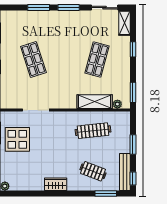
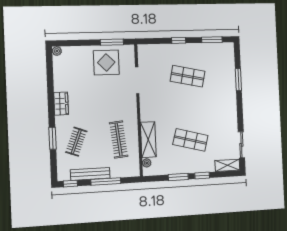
window: (69, 8) -> (240, 109), removed
shop shelf: (33, 59) -> (188, 76), turned 30
window: (133, 92) -> (178, 177), moved
window: (133, 145) -> (106, 181), width x1.44
bench: (125, 172) -> (90, 174), moved
window: (106, 194) -> (53, 138), moved

